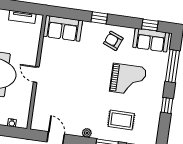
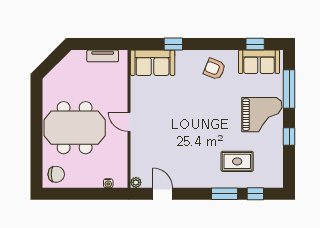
window: (99, 18) -> (173, 44), moved
grand piano: (128, 79) -> (262, 115), moved
plant: (87, 133) -> (136, 182), moved

